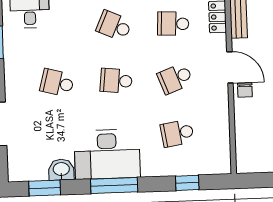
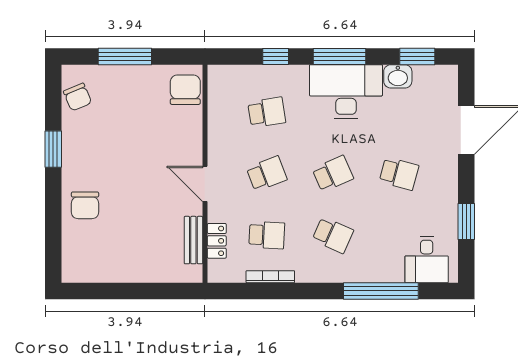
school desk: (116, 81) -> (333, 174), turned -30
chair: (245, 90) -> (185, 90), moved, width x1.87, depth x1.87
window: (187, 183) -> (276, 56), moved

